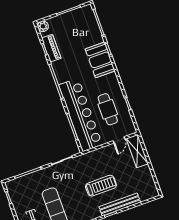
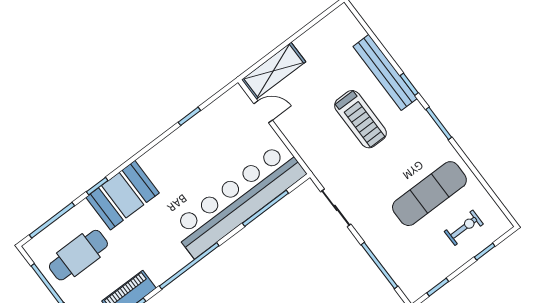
cafe table: (108, 109) -> (78, 255), moved
treadmill: (101, 186) -> (360, 119), turned 180

